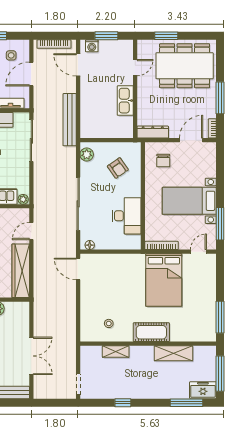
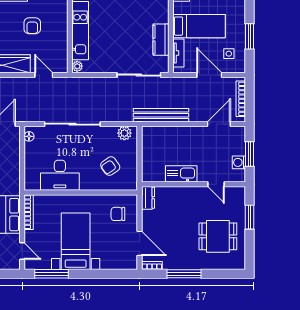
washing machine: (92, 46) -> (239, 162), moved
dining table: (185, 66) -> (218, 236), width x0.53, depth x0.80
dresser: (153, 132) -> (148, 198), width x0.70

